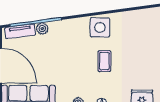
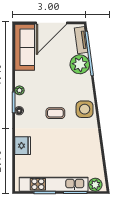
plant: (42, 29) -> (80, 64), width x1.88, depth x1.88

